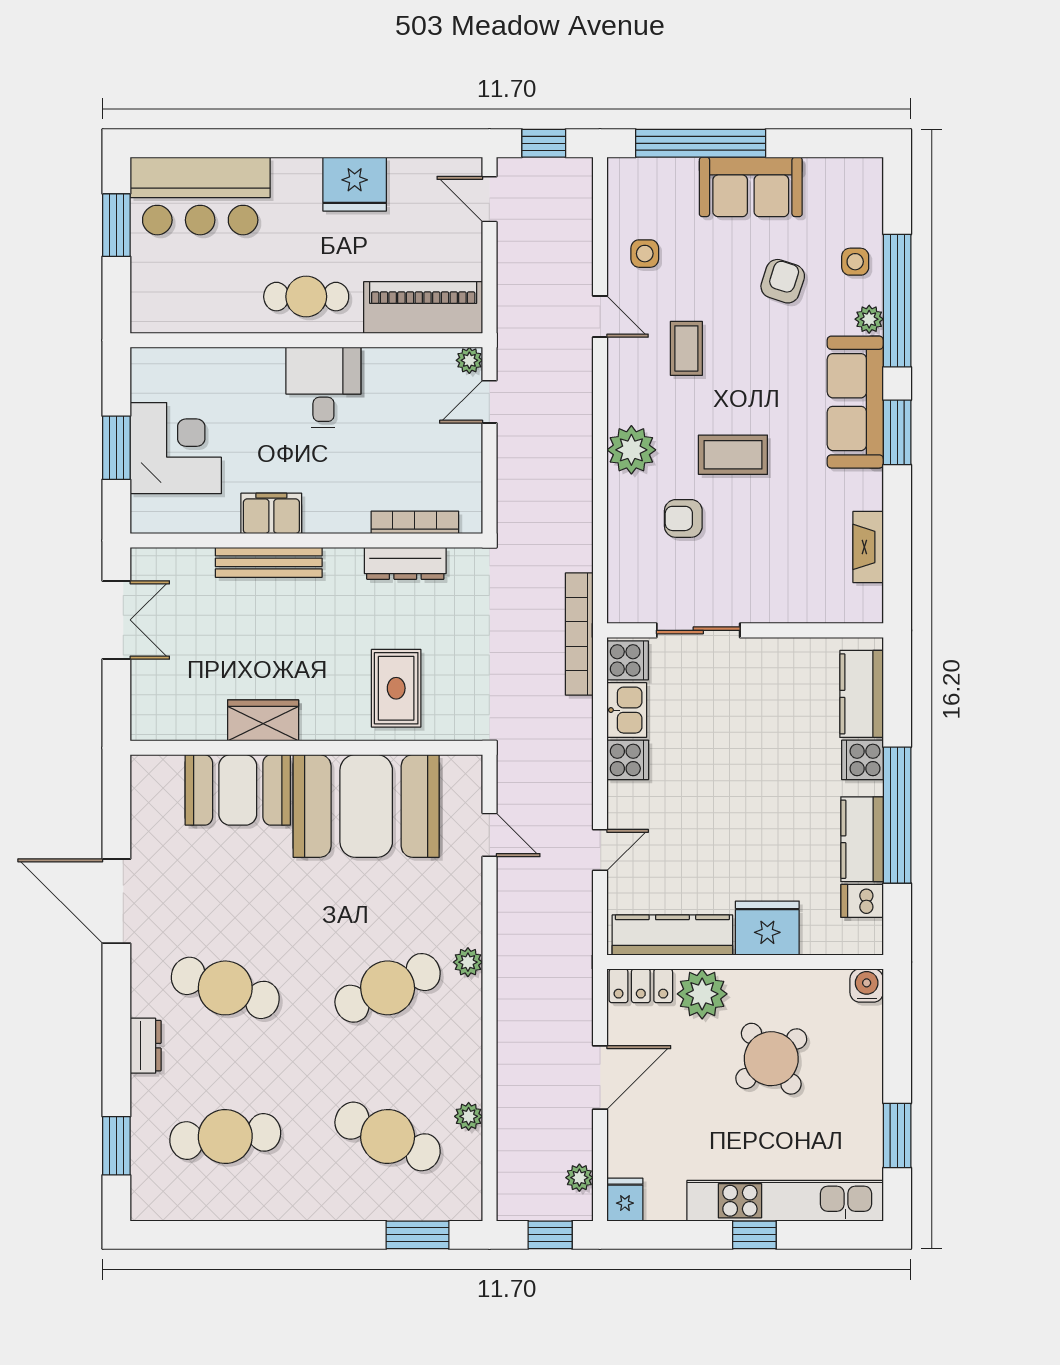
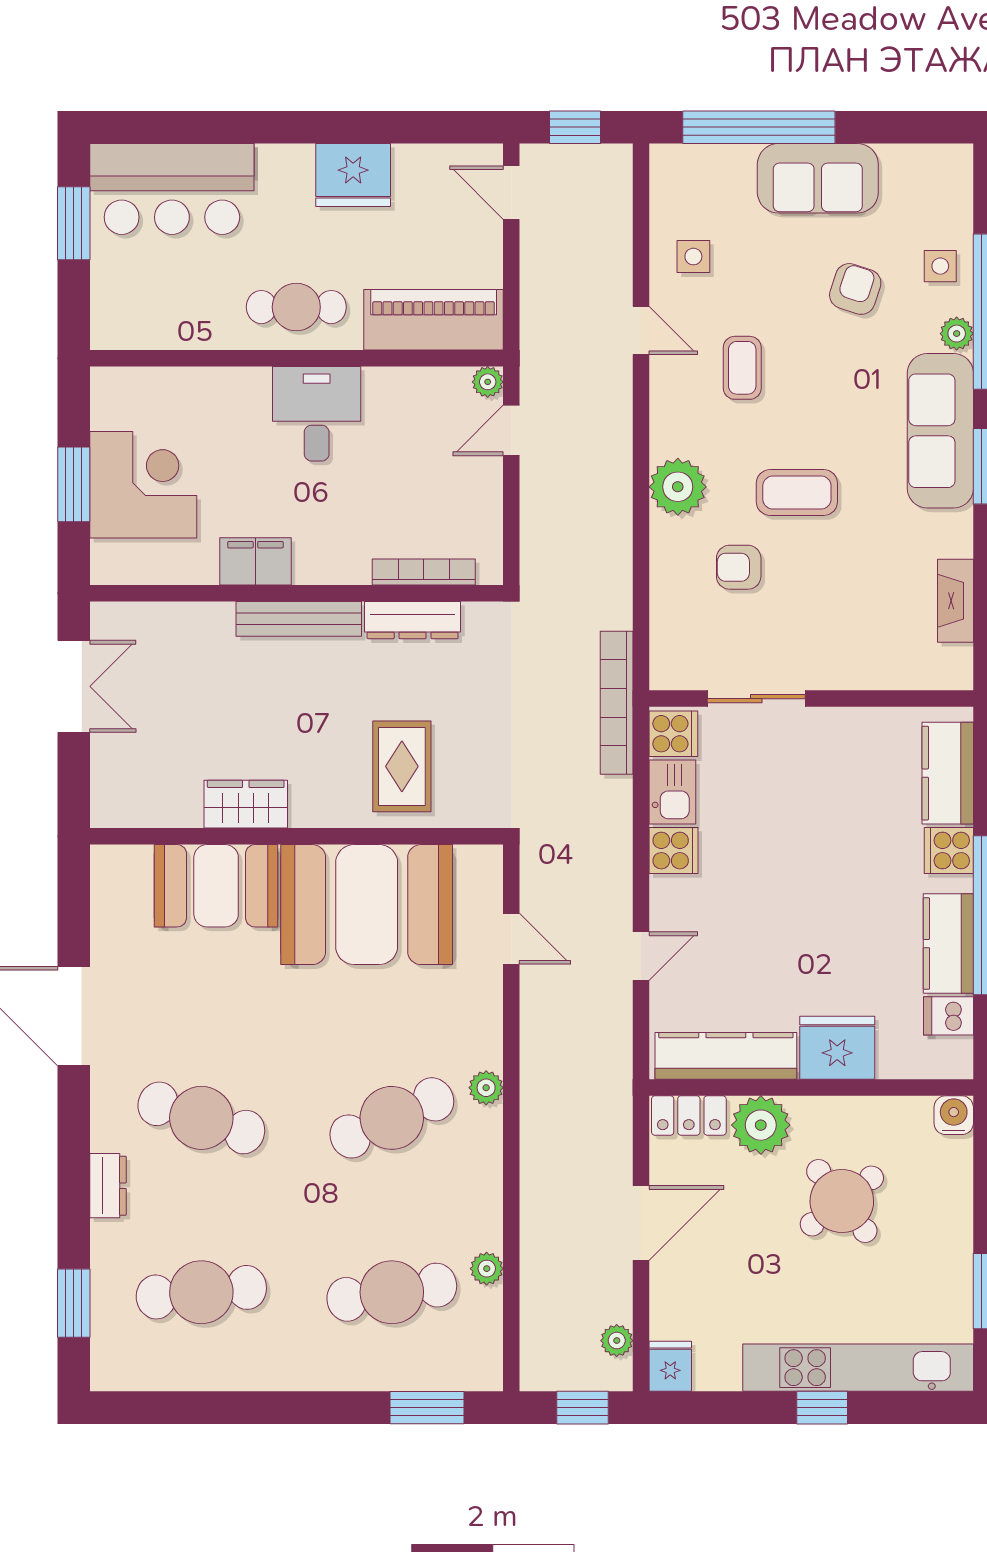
bench: (269, 562) -> (299, 619), moved
cafe table: (388, 1136) -> (392, 1292), turned -33

